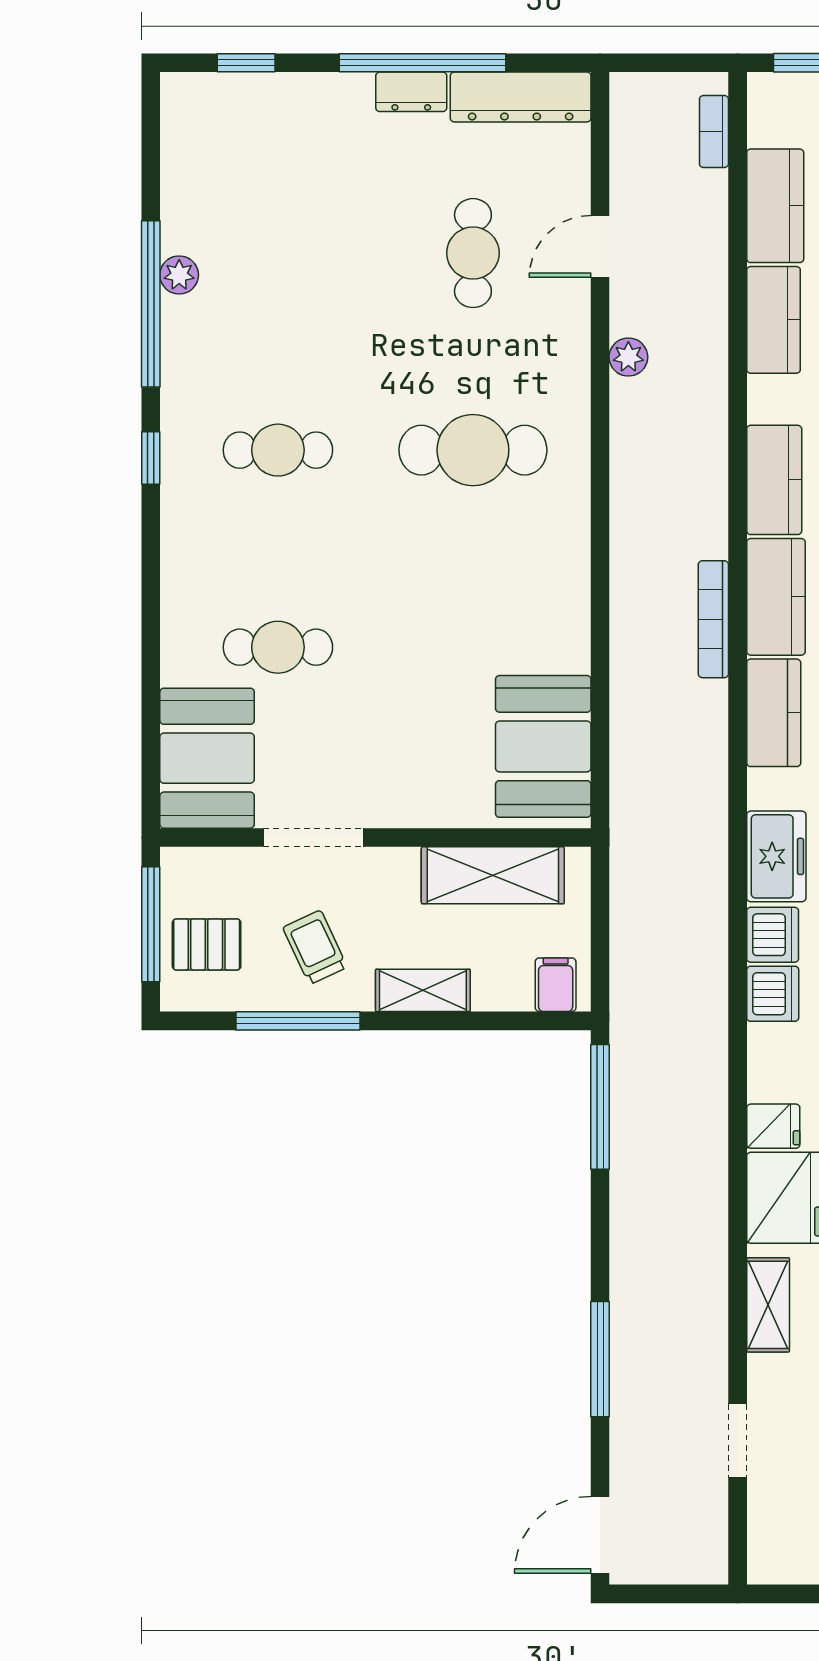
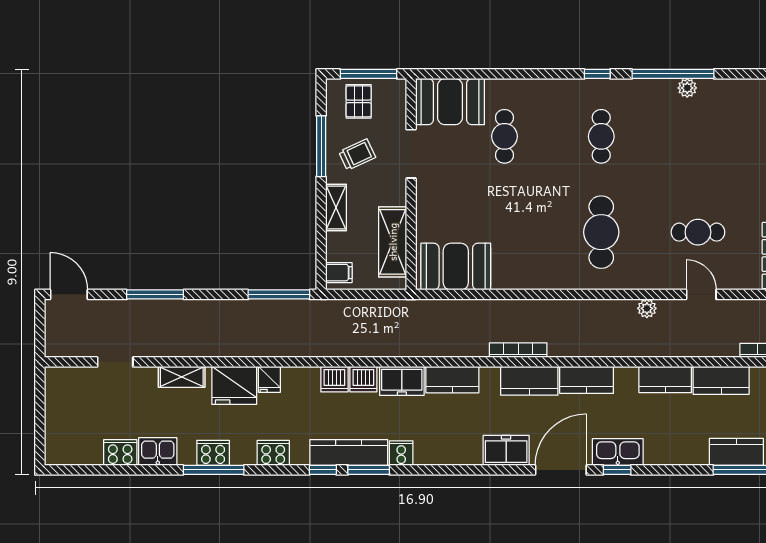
kitchen counter: (774, 713) -> (452, 380), moved

